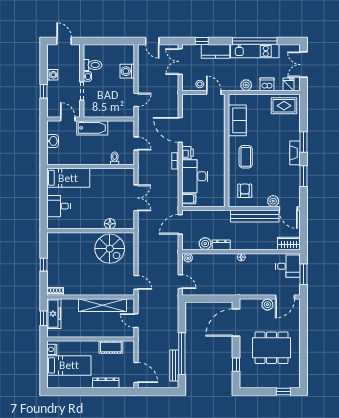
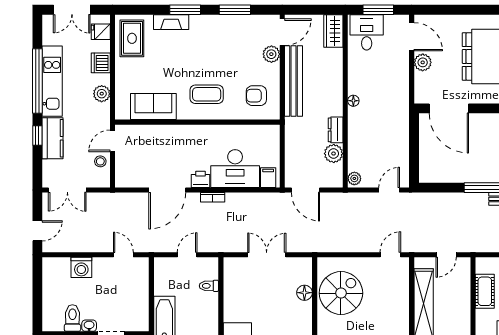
window: (202, 41) -> (37, 136), moved
fireplace: (295, 153) -> (171, 22), moved

